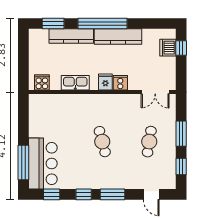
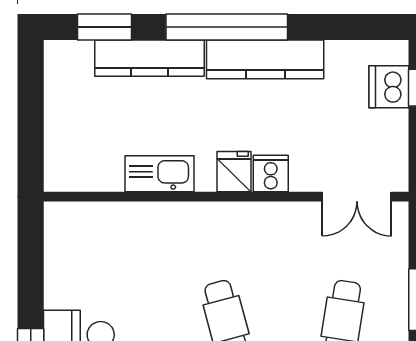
cooker: (42, 82) -> (77, 173), removed

